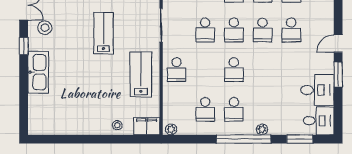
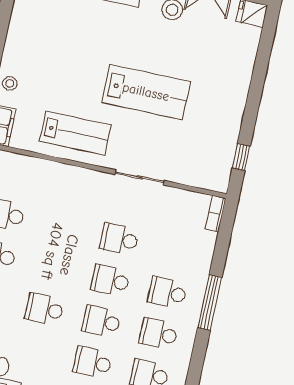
lab bench: (103, 33) -> (146, 92), width x1.36, depth x1.39
school desk: (177, 70) -> (71, 186), removed
school desk: (234, 70) -> (44, 309), moved

